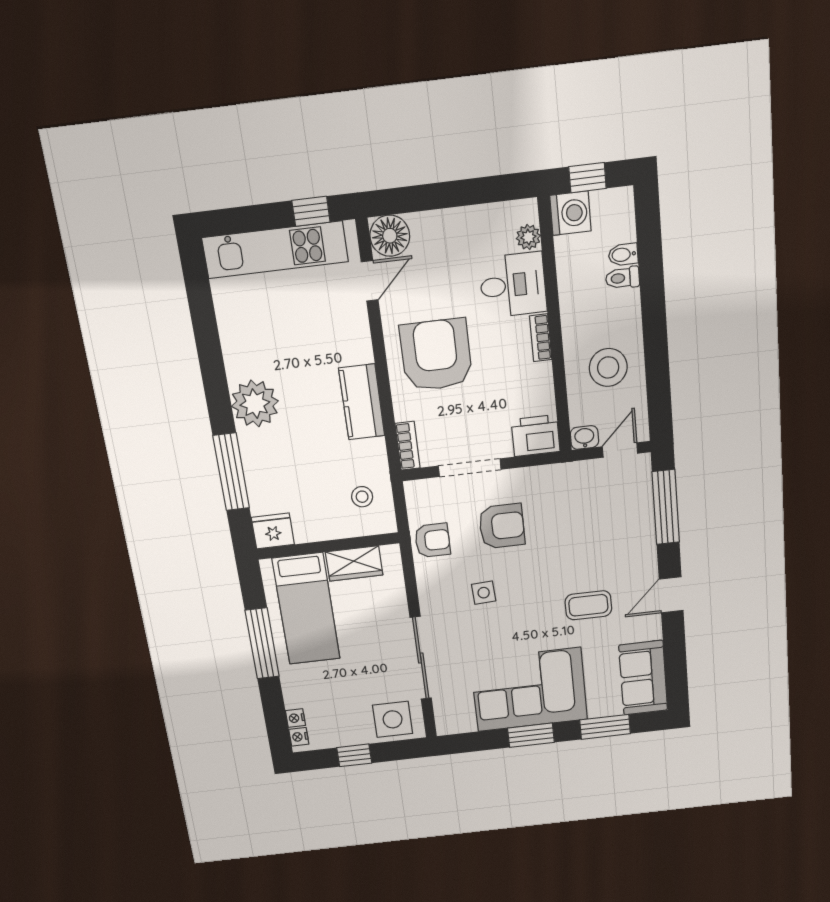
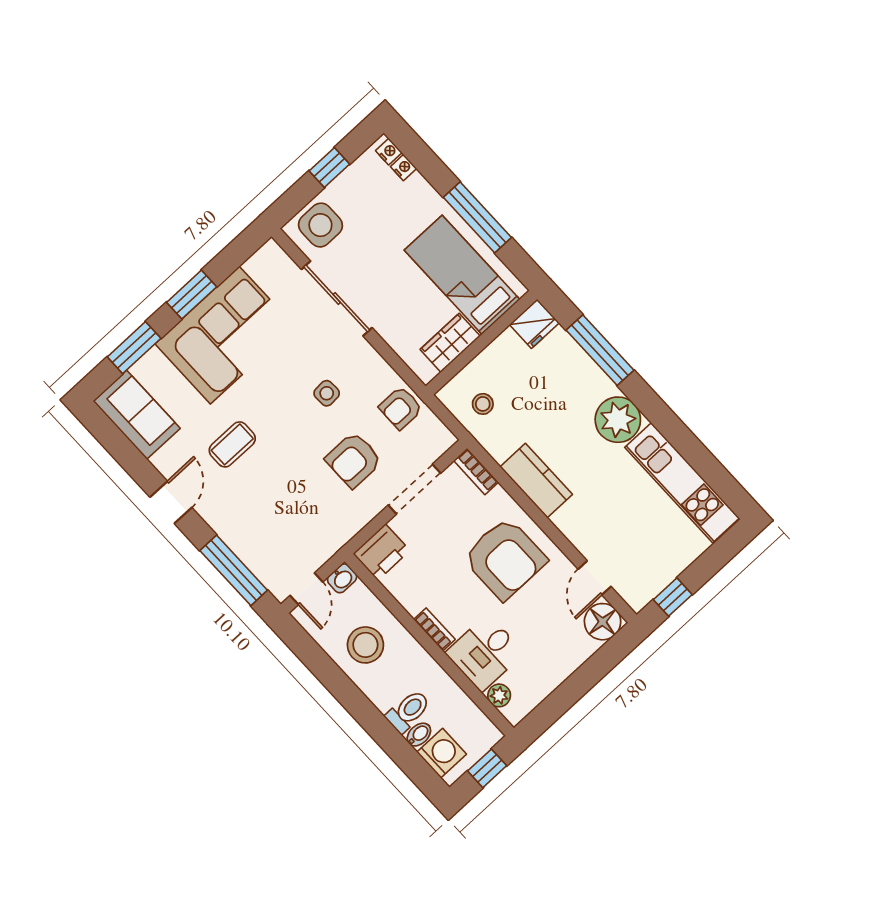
washing machine: (570, 213) -> (442, 753), moved, turned 180
kitchen unit: (275, 250) -> (682, 483), moved, turned -90
toilet: (623, 278) -> (408, 711), width x1.37, depth x1.39

